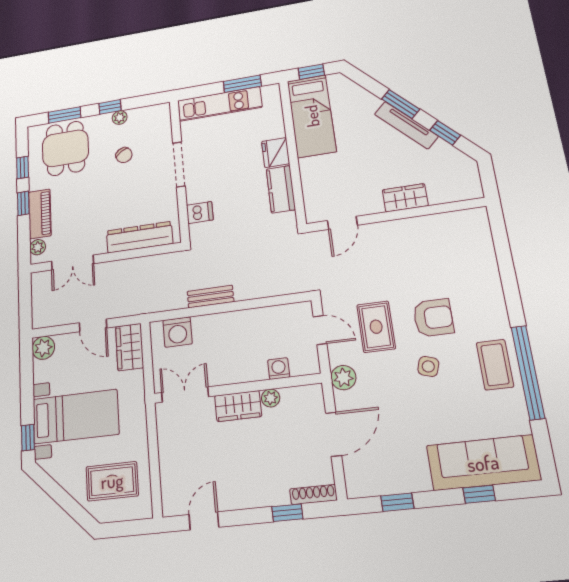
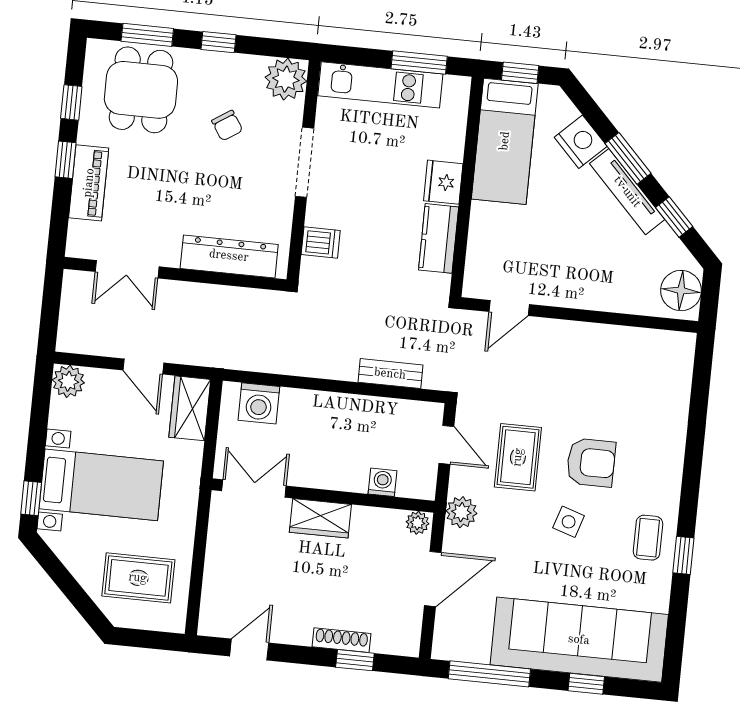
nightstand: (364, 102) -> (581, 142), added
plant: (120, 118) -> (286, 79), moved, width x1.88, depth x1.88
floor lamp: (465, 180) -> (681, 291), added
wardrobe: (405, 198) -> (599, 295), removed
plant: (38, 247) -> (79, 233), removed
bench: (210, 297) -> (390, 374), moved
coffee table: (495, 365) -> (648, 538), width x0.73, depth x0.77
window: (528, 372) -> (683, 555), width x0.32
plant: (271, 398) -> (418, 523), moved
sofa: (483, 463) -> (579, 640), width x1.36, depth x1.27
shoe rack: (313, 494) -> (342, 640), moved
window: (397, 502) -> (489, 674), width x2.17

